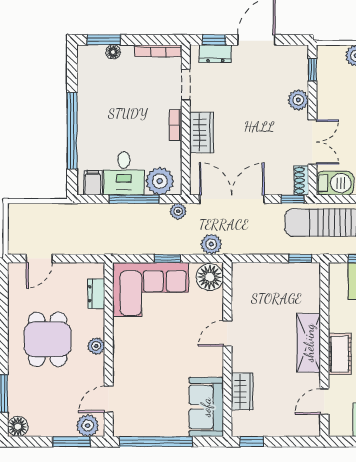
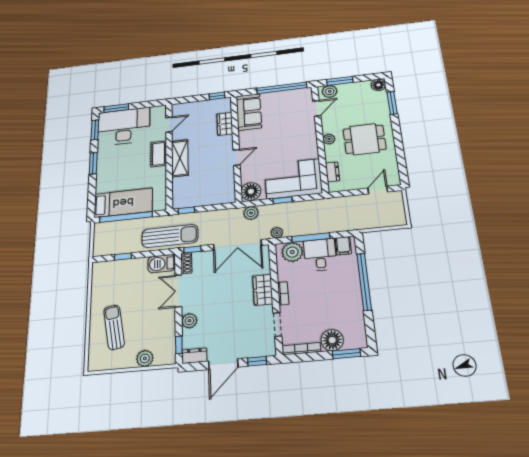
floor lamp: (113, 52) -> (332, 340), width x1.89, depth x1.89
dresser: (215, 54) -> (194, 356), moved
dining table: (48, 339) -> (365, 139), turned 90

